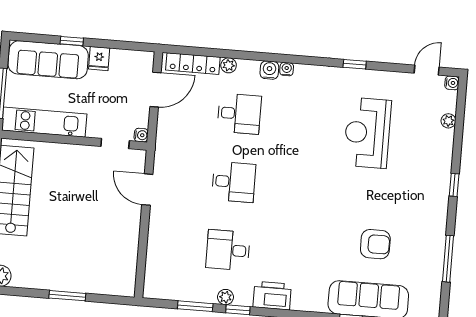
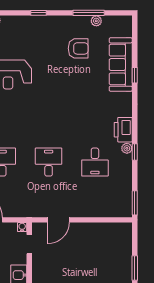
armchair: (375, 244) -> (78, 48), moved, turned 90
plant: (435, 269) -> (96, 21), added
plant: (225, 297) -> (127, 148), moved
window: (195, 306) -> (135, 203), moved

